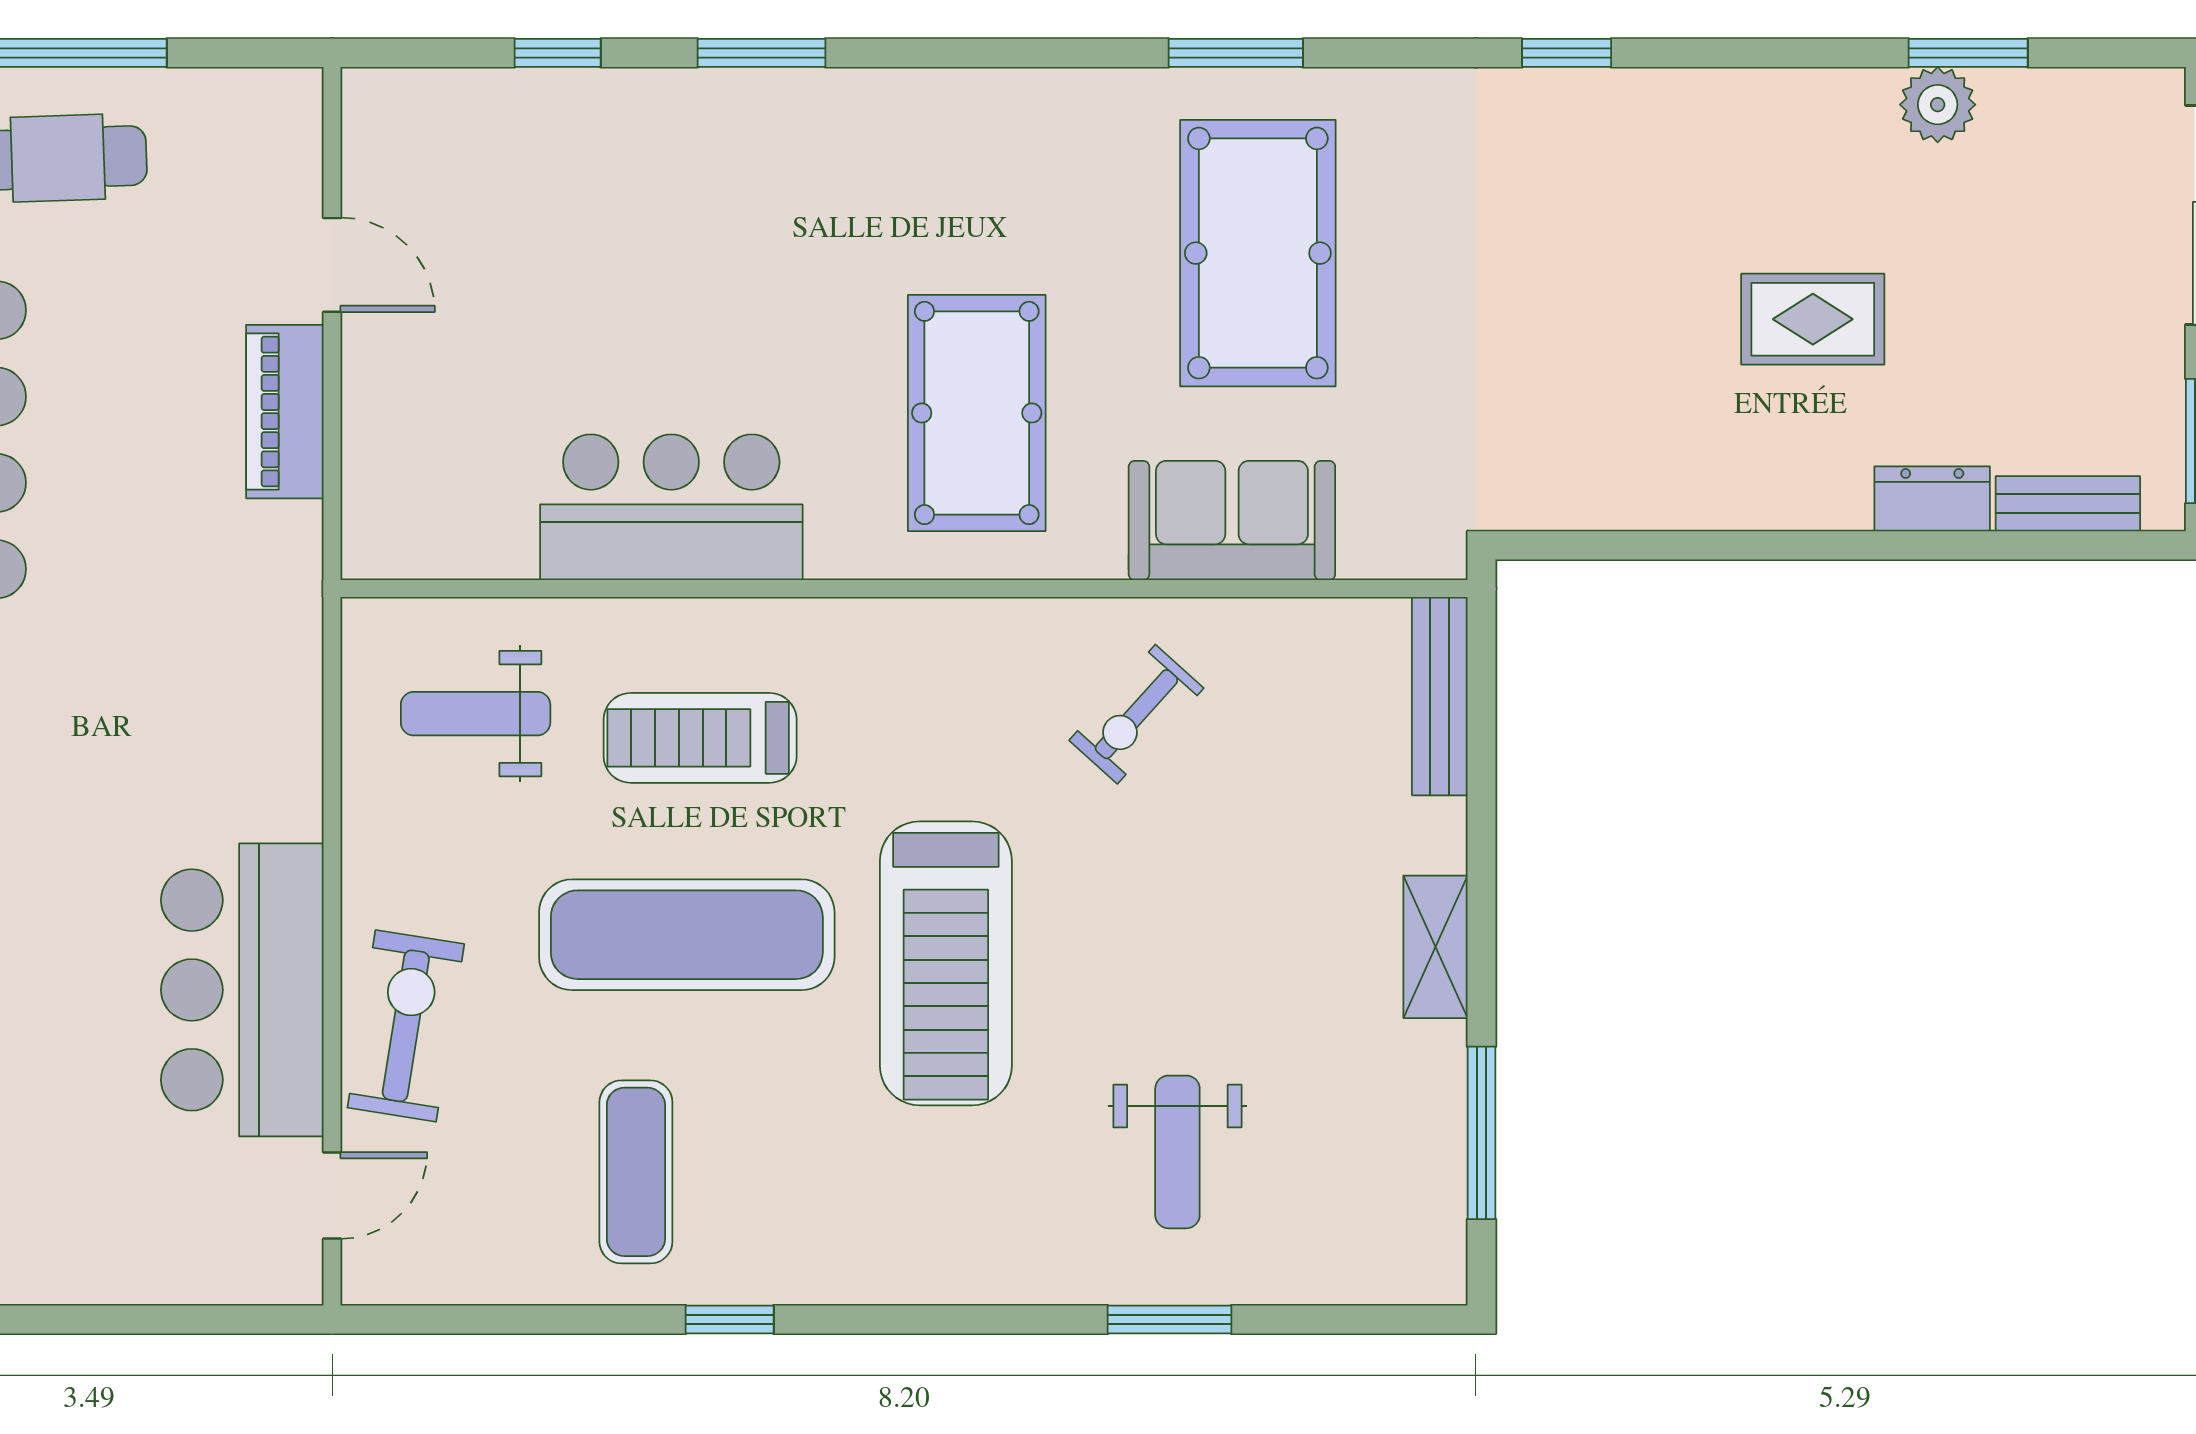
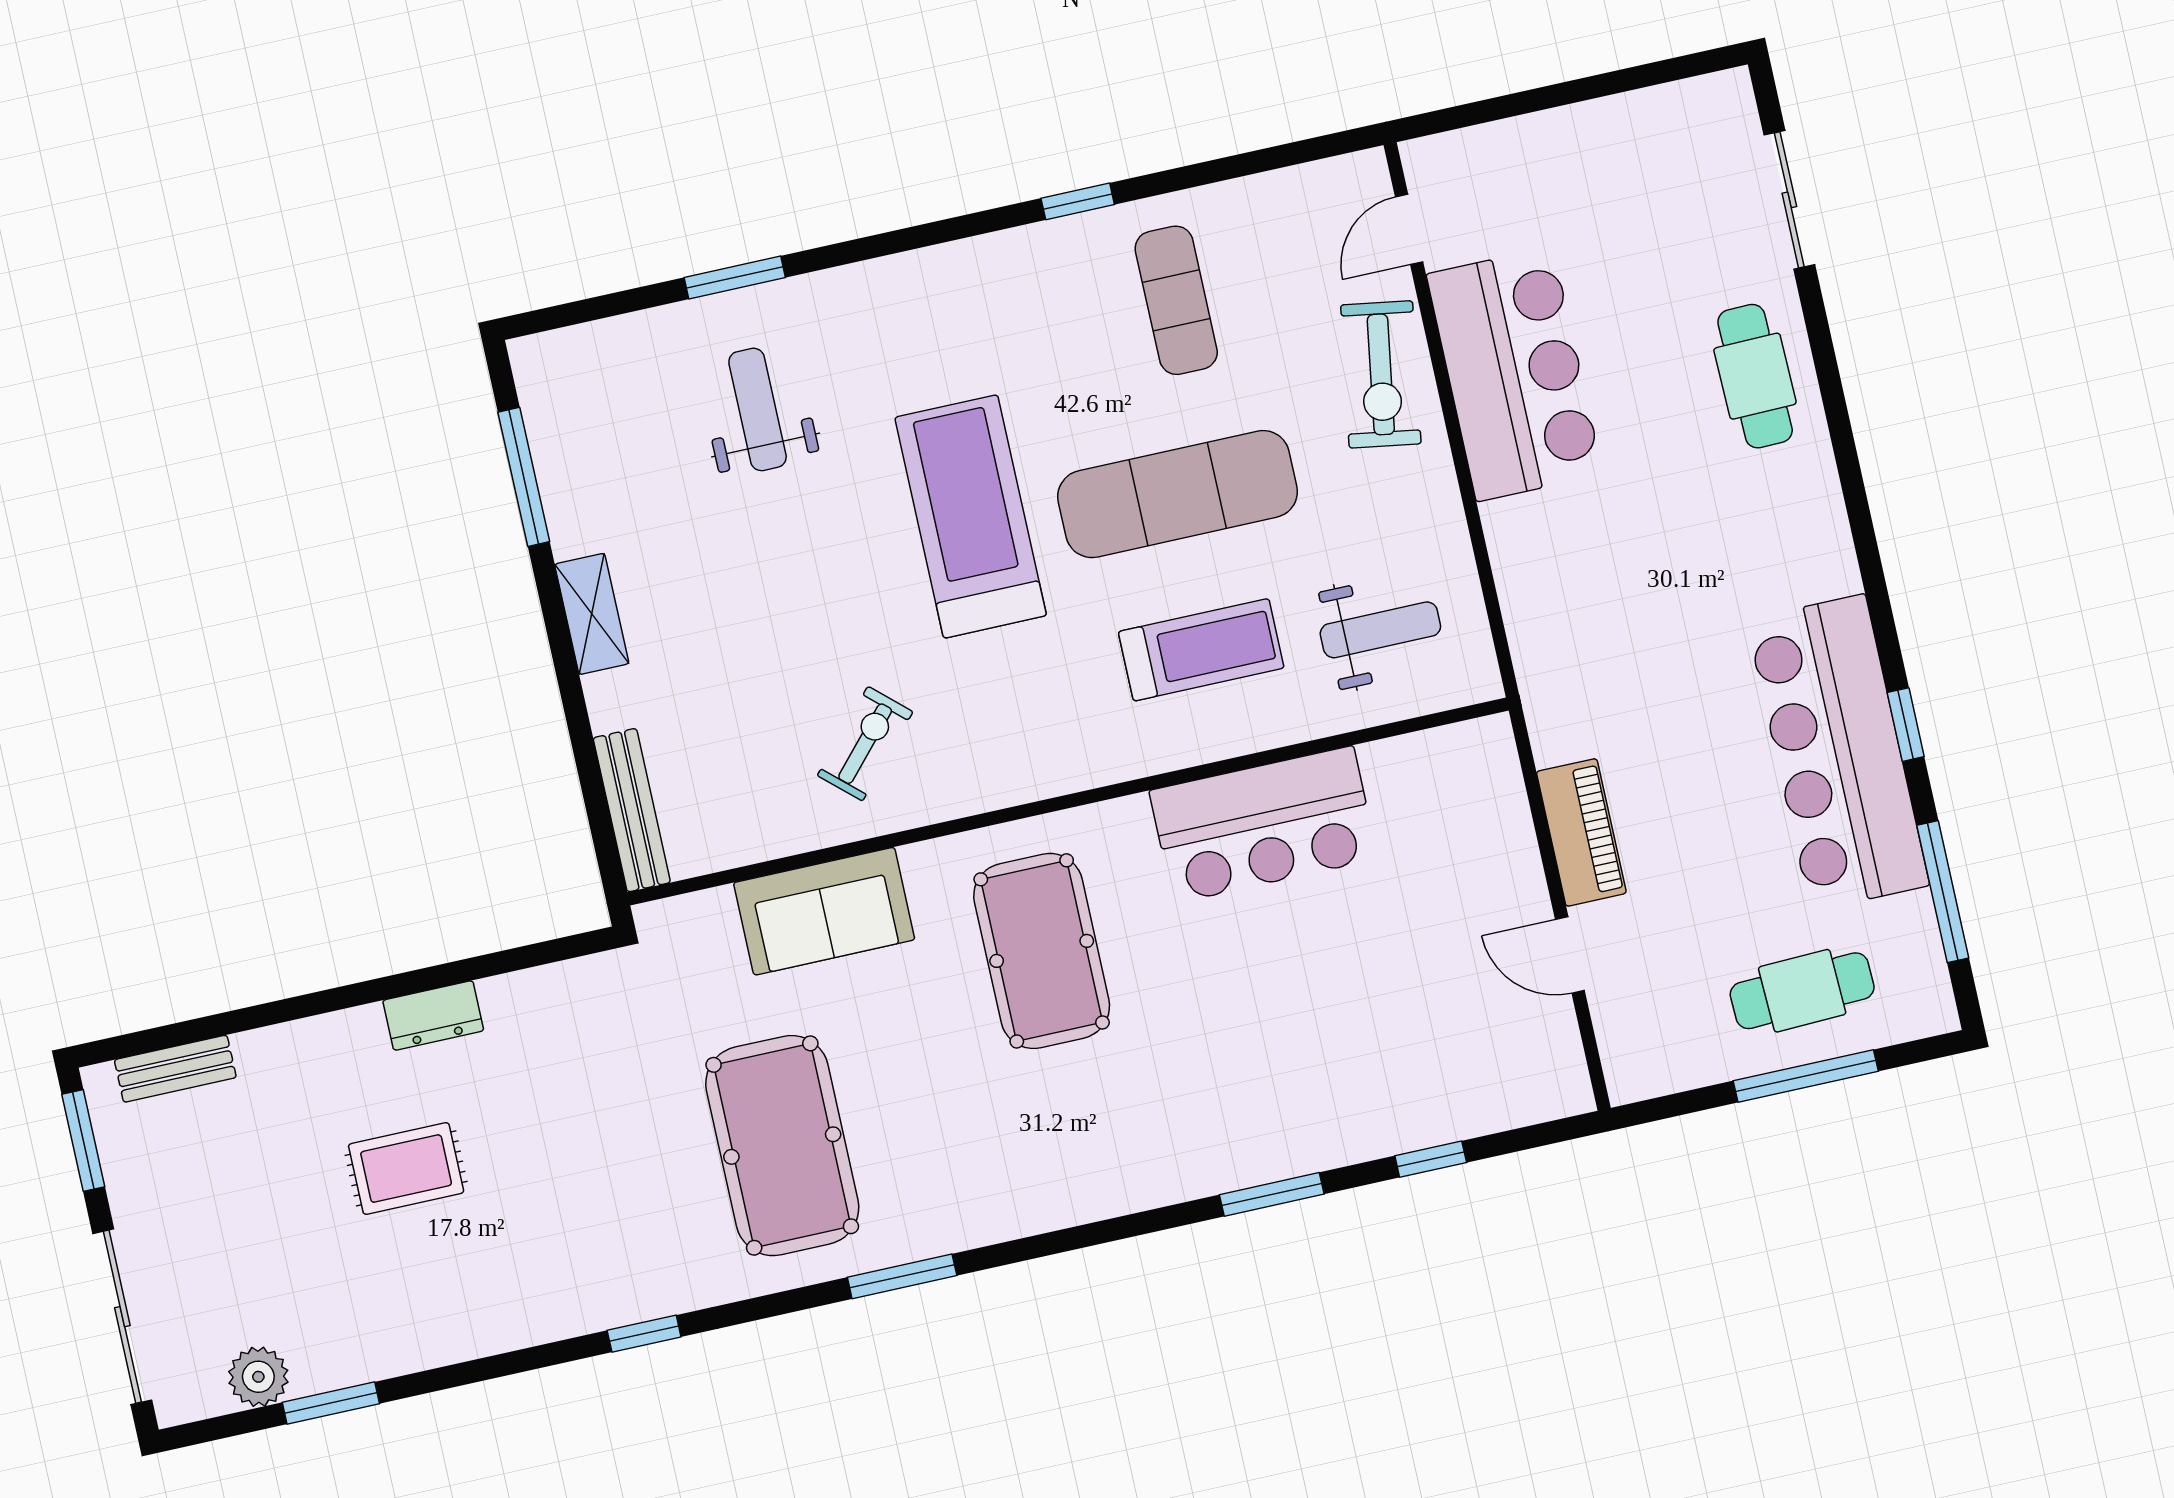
plant: (1938, 105) -> (258, 1377), moved
pool table: (1258, 253) -> (782, 1146), moved
dresser: (1932, 499) -> (433, 1016), moved

